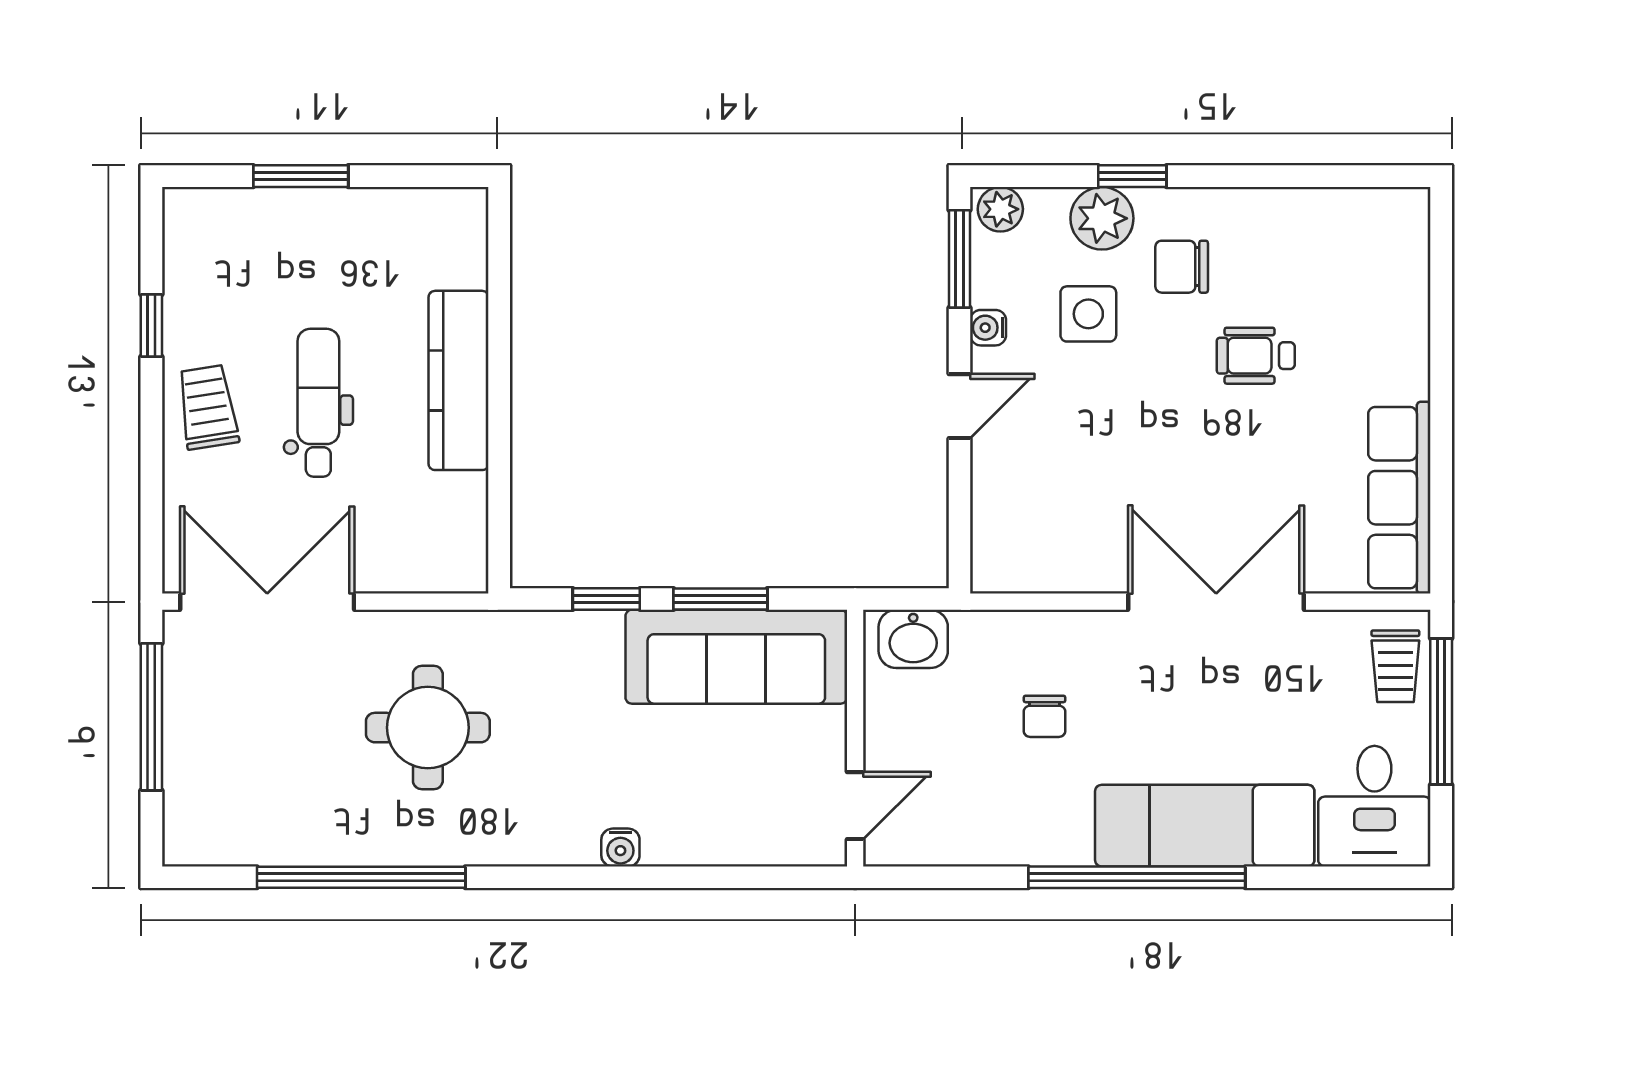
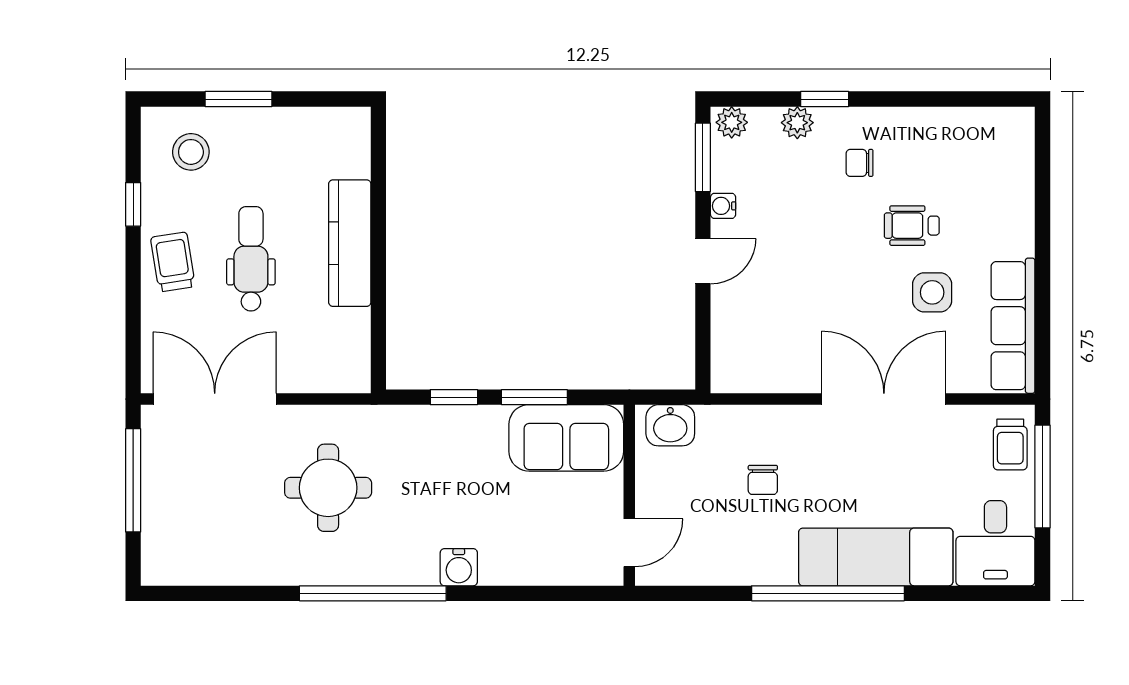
plant: (1102, 218) -> (797, 123), width x0.73, depth x0.73
stool: (233, 251) -> (191, 152), added
chair: (1182, 267) -> (860, 163), width x0.73, depth x0.73
side table: (1088, 314) -> (932, 292), moved
sofa: (736, 657) -> (566, 438), width x0.73
water cooler: (620, 848) -> (459, 567), width x1.38, depth x1.38
window: (361, 877) -> (373, 593), moved

